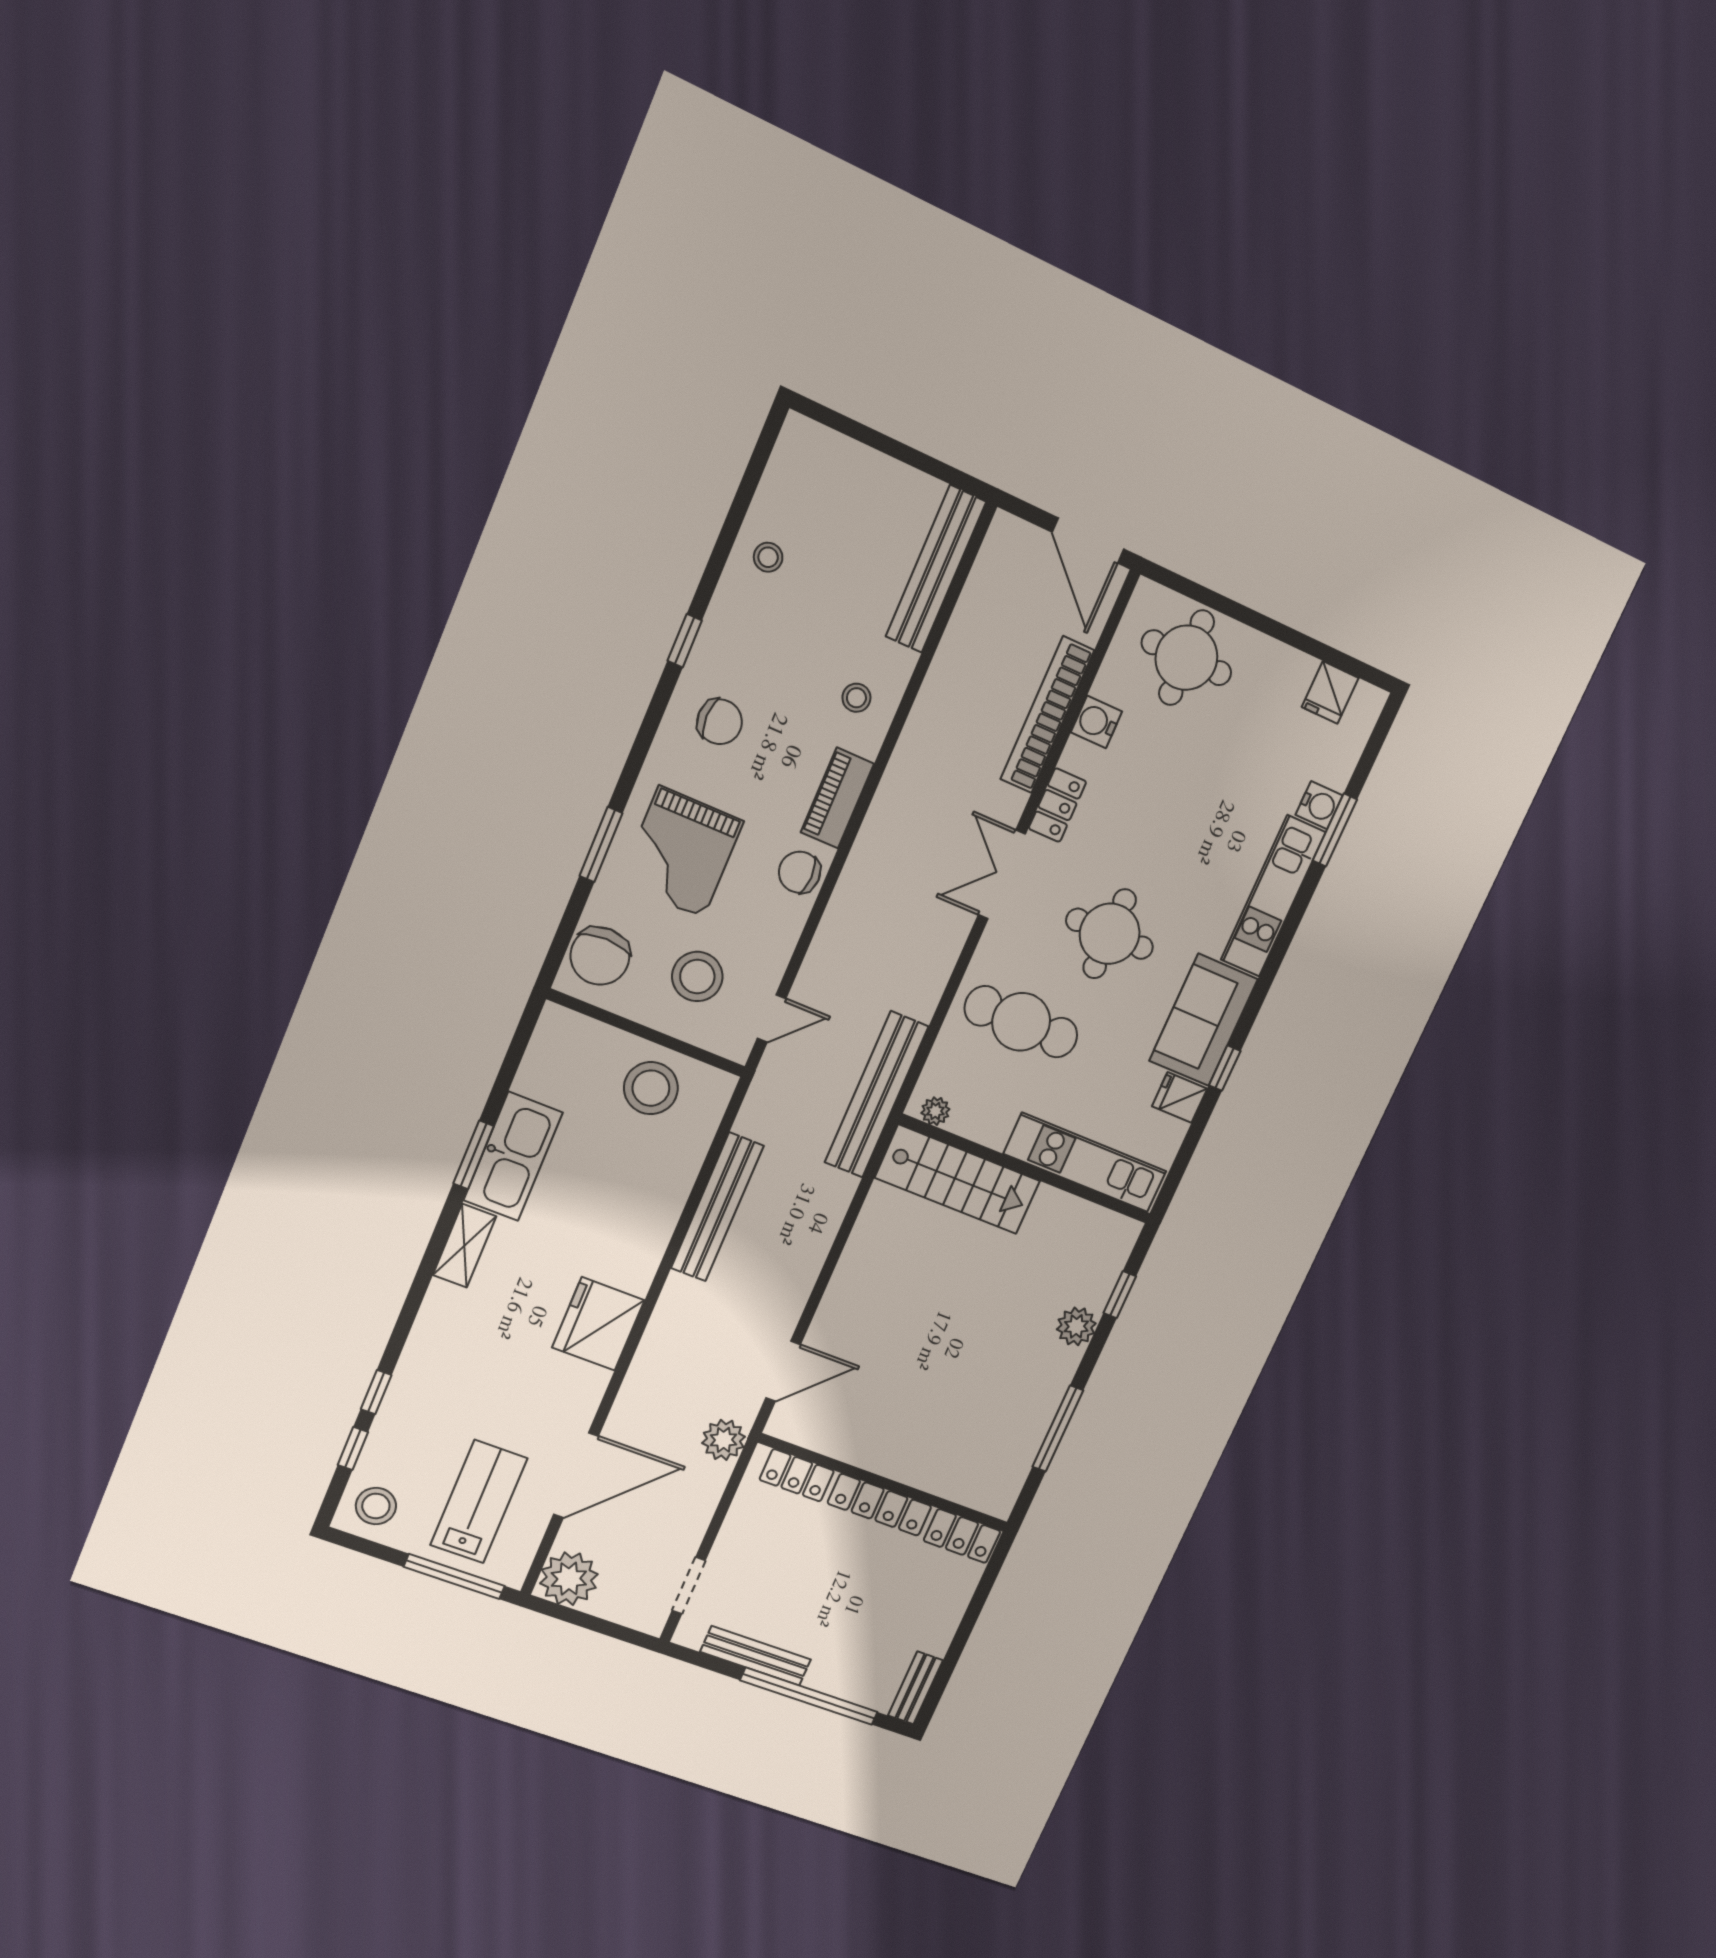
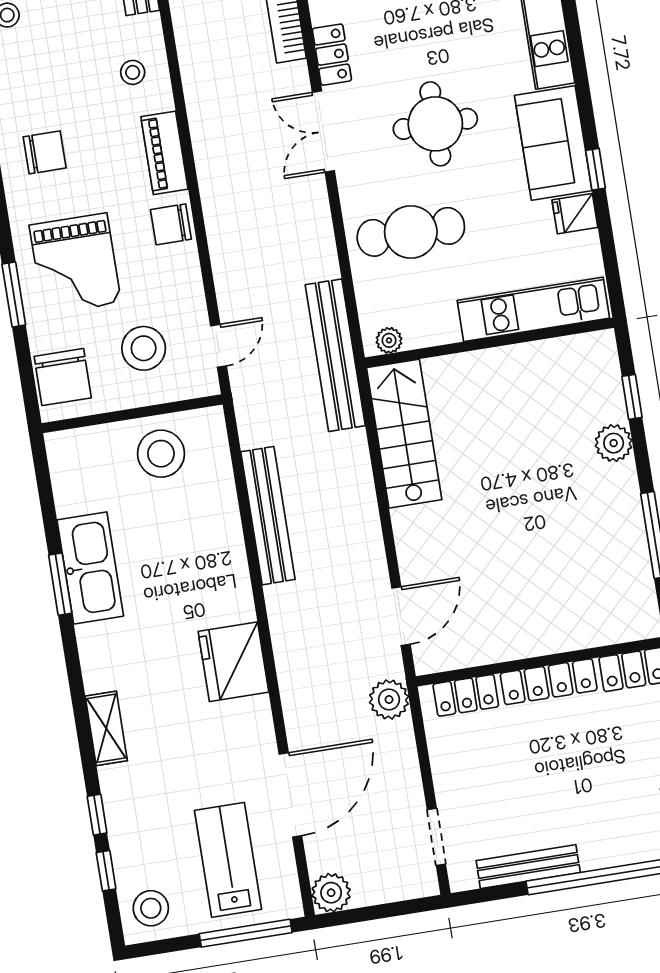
stairs: (958, 1179) -> (404, 434), moved, turned -90
shelving: (464, 1246) -> (106, 728), moved
plant: (569, 1579) -> (331, 893), width x0.73, depth x0.73

